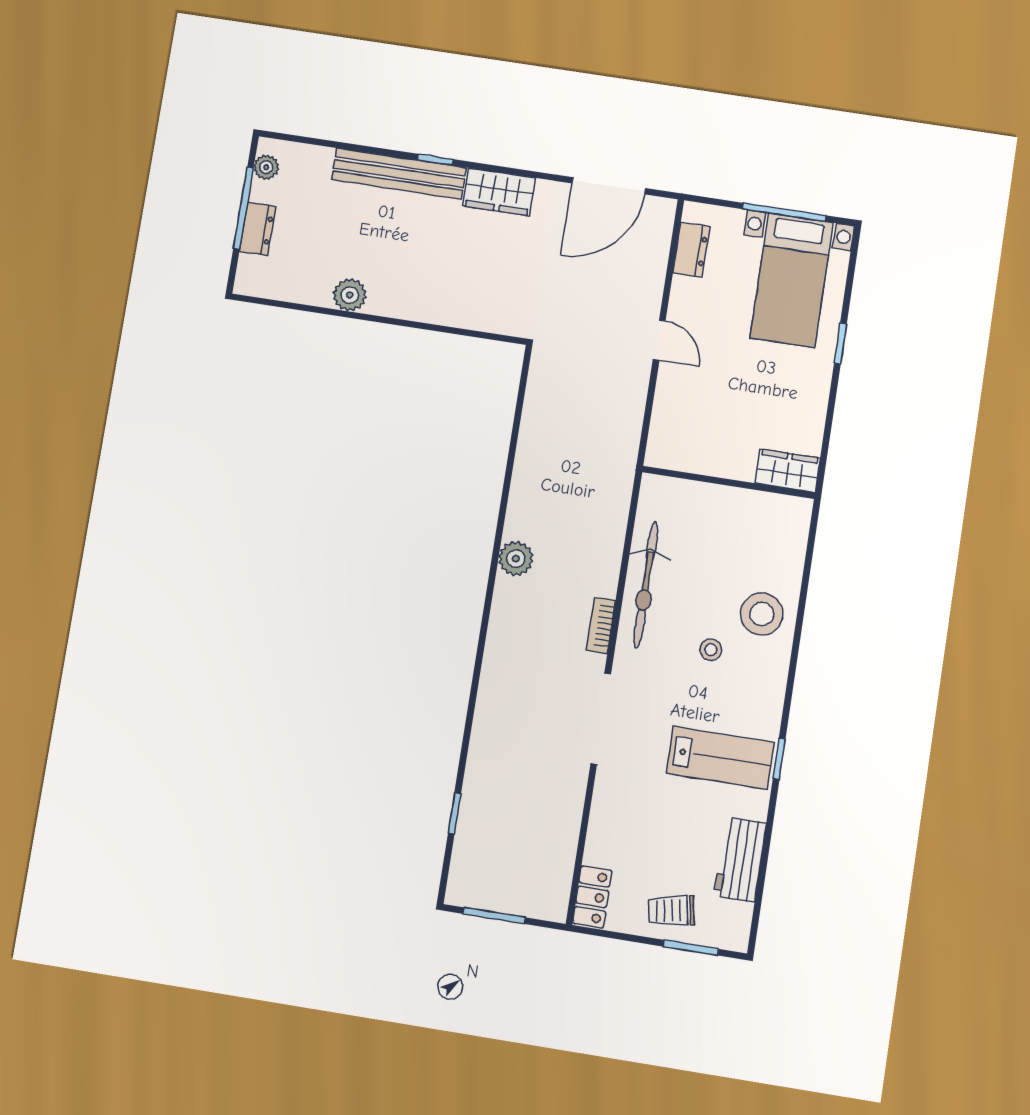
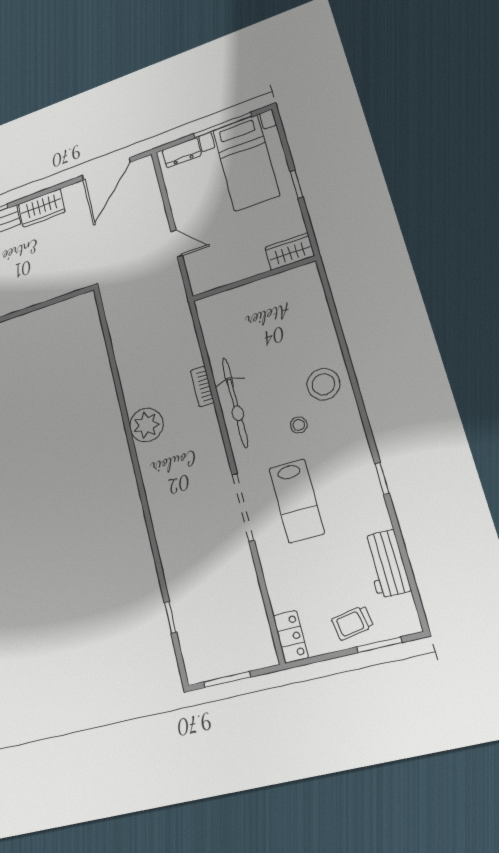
dresser: (691, 250) -> (182, 153), moved, turned 90
wardrobe: (788, 471) -> (290, 252), moved
wall: (728, 482) -> (253, 279), moved
plant: (516, 559) -> (146, 425), width x1.36, depth x1.36
bookcase: (601, 626) -> (202, 387), moved
lab bench: (720, 758) -> (297, 501), moved, turned 90

